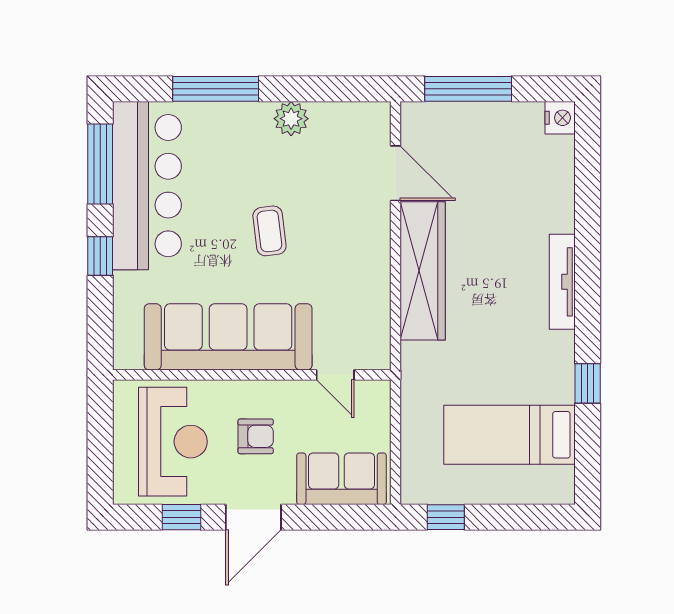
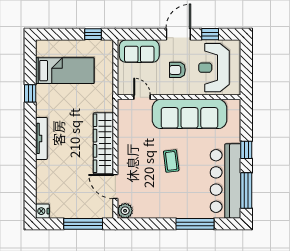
plant: (291, 119) -> (125, 211), moved

